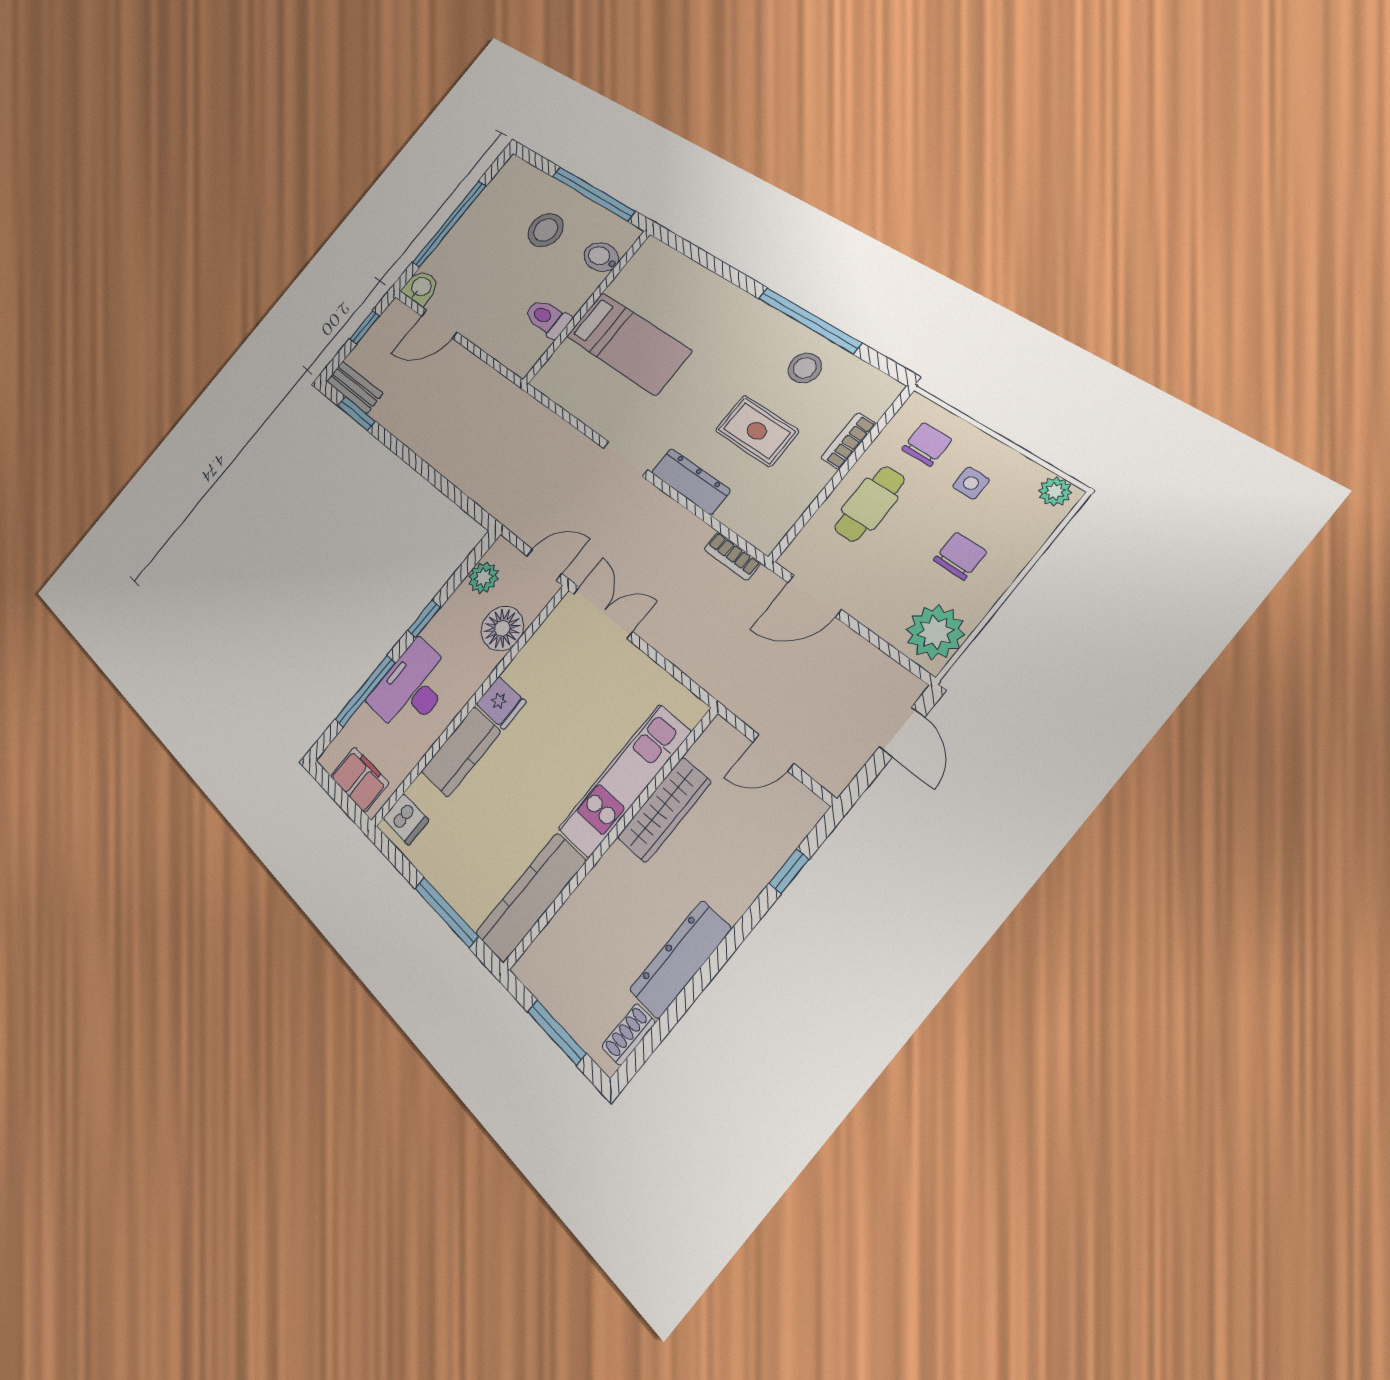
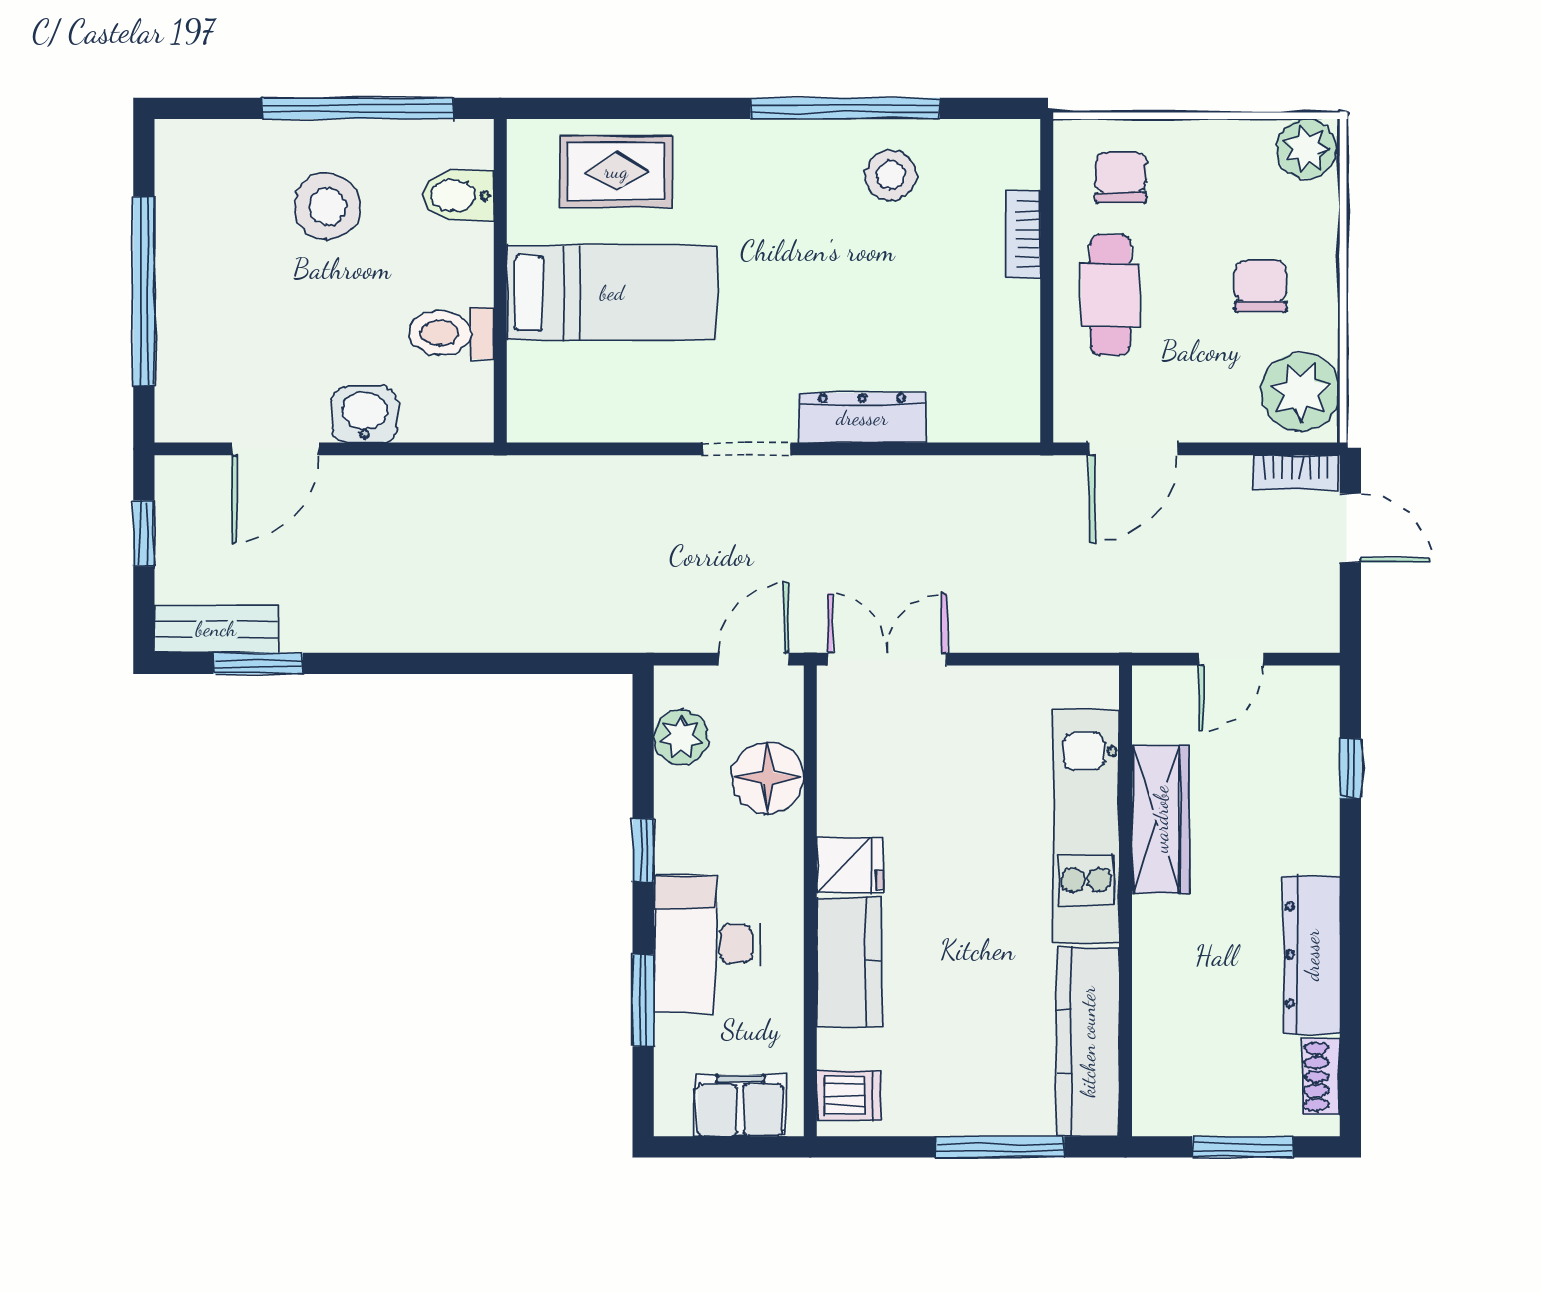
washbasin: (421, 287) -> (365, 415), moved
rug: (757, 431) -> (616, 171), moved
side table: (971, 483) -> (1208, 192), removed
plant: (1055, 491) -> (1306, 149), width x1.38, depth x1.38
bookcase: (732, 556) -> (1297, 473), moved
window: (365, 691) -> (643, 1000), width x0.69

